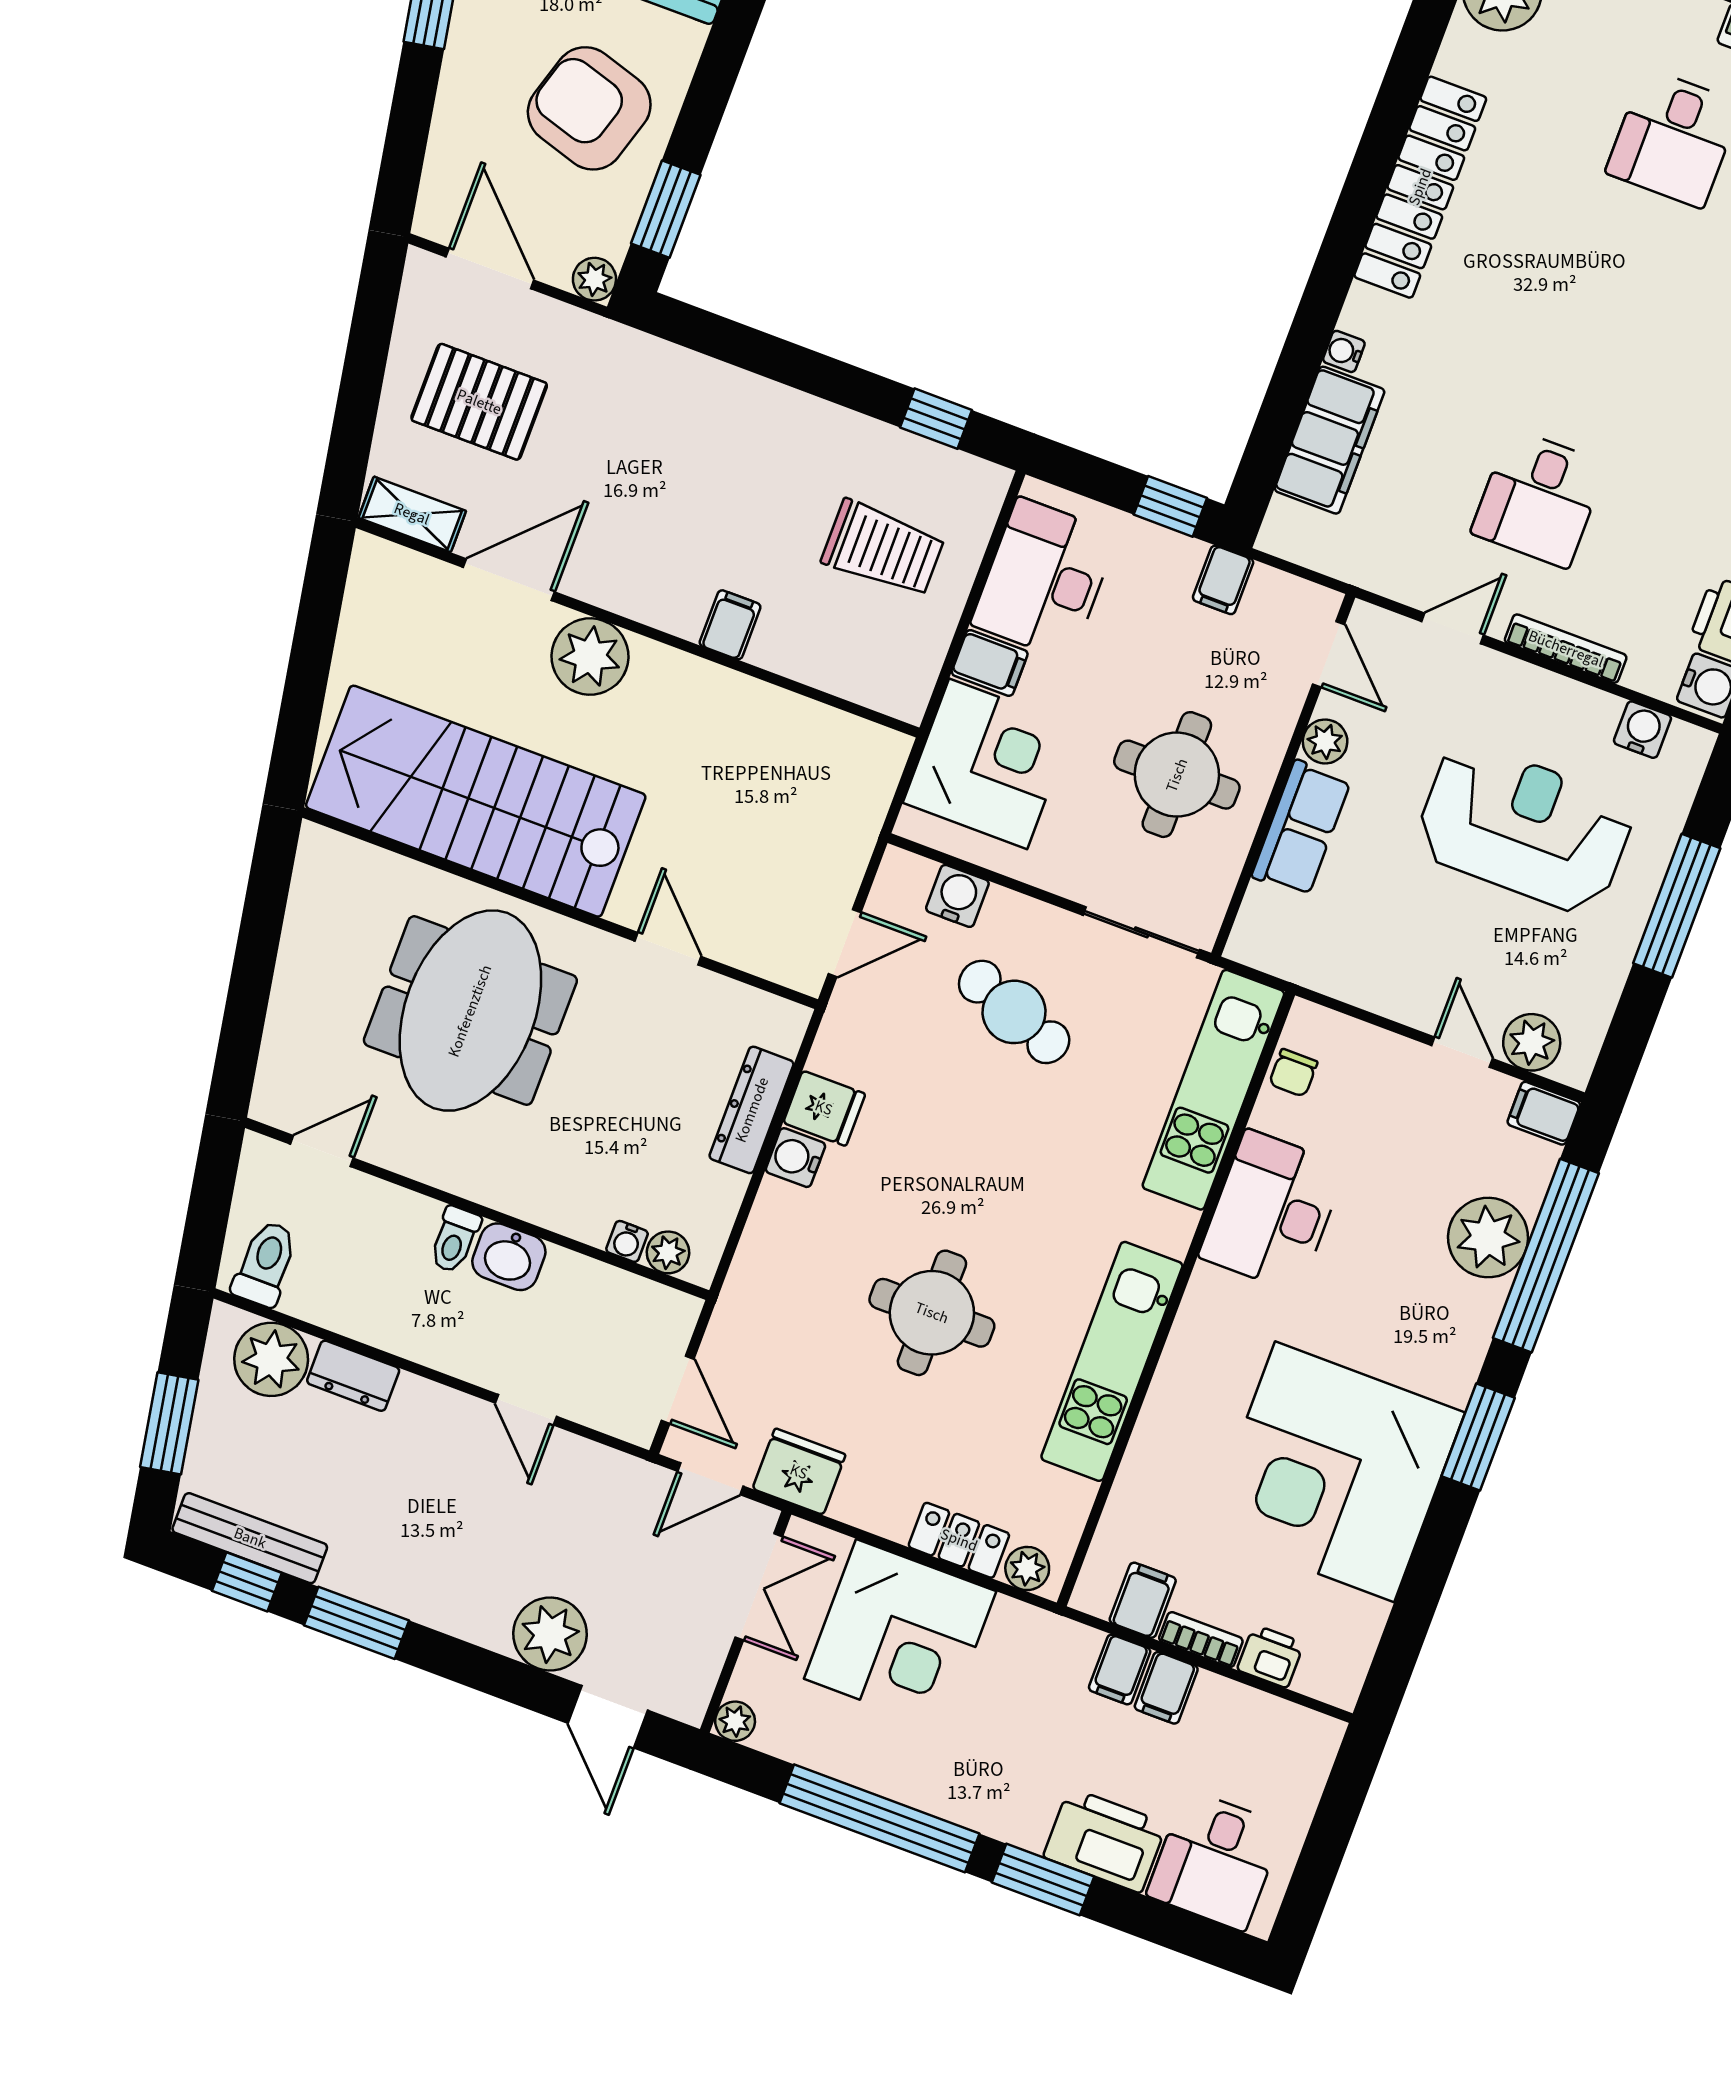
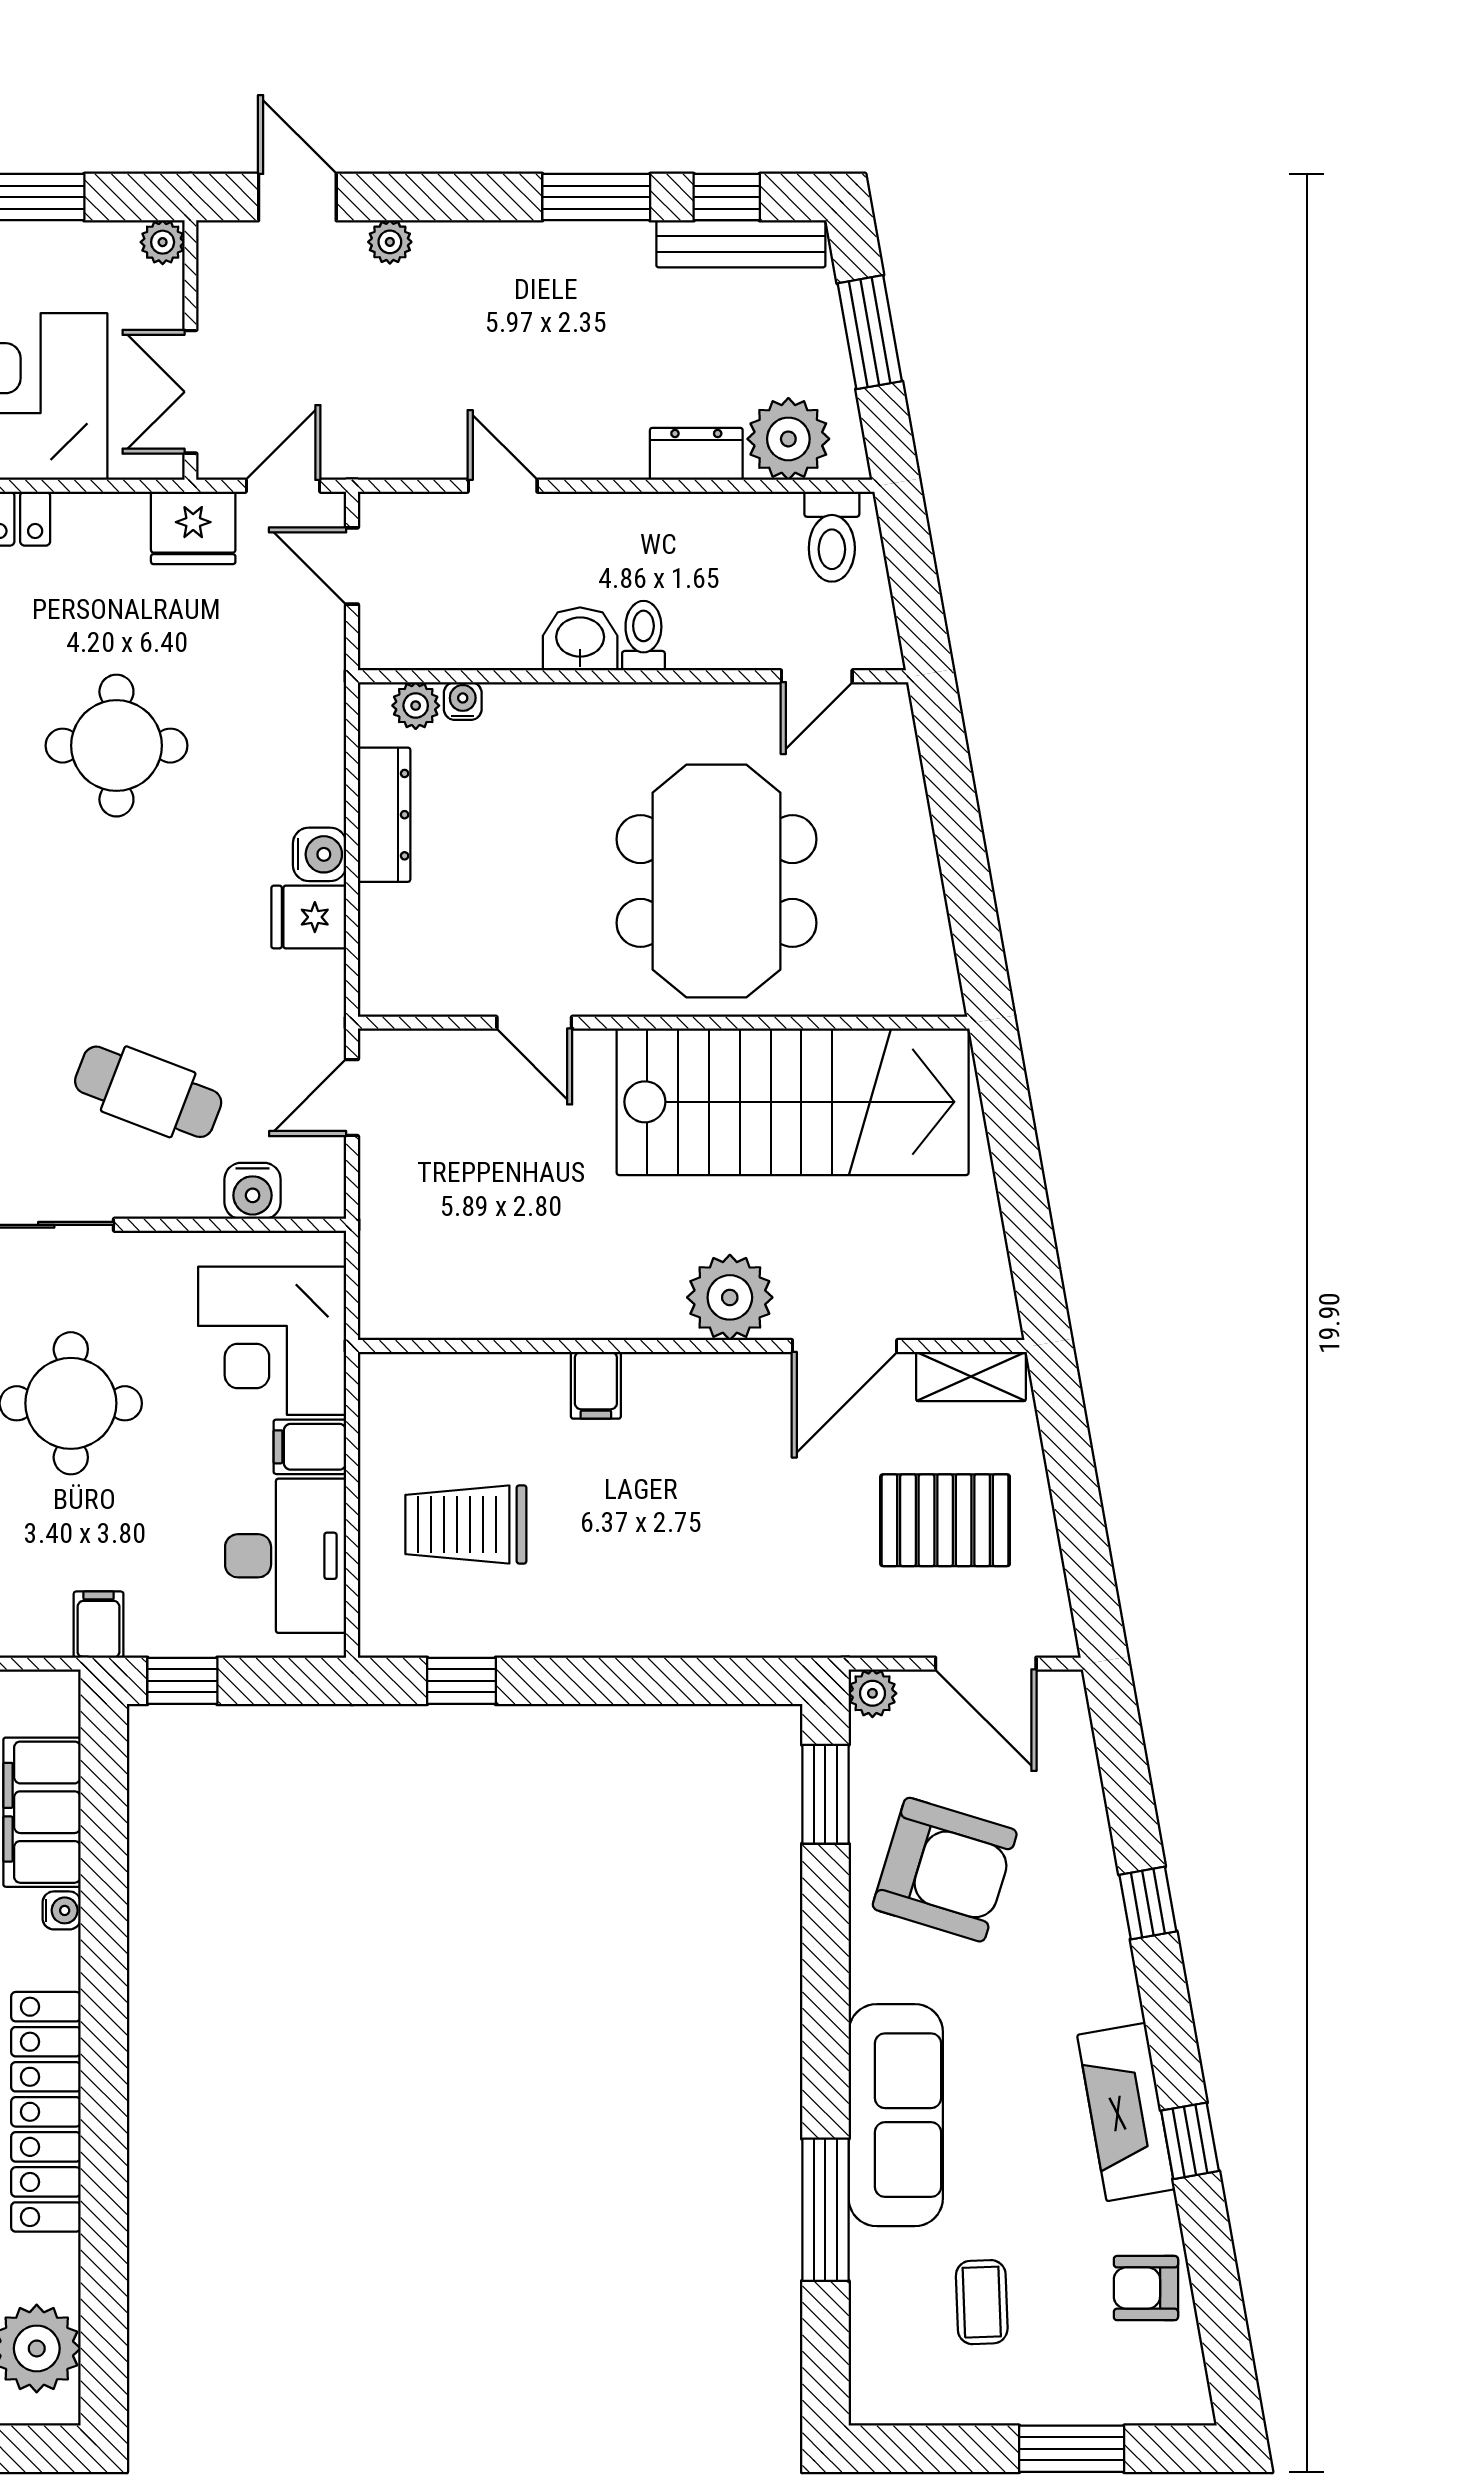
dresser: (752, 1110) -> (384, 815), moved
plant: (550, 1634) -> (390, 242), width x0.53, depth x0.53

